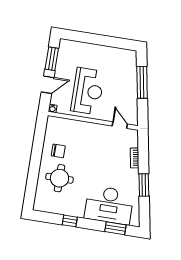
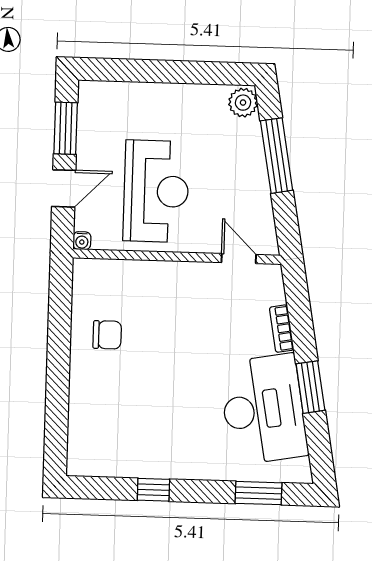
plant: (130, 57) -> (243, 103), added
round table: (59, 178) -> (118, 396), removed
desk: (109, 205) -> (263, 409), moved, turned -100

